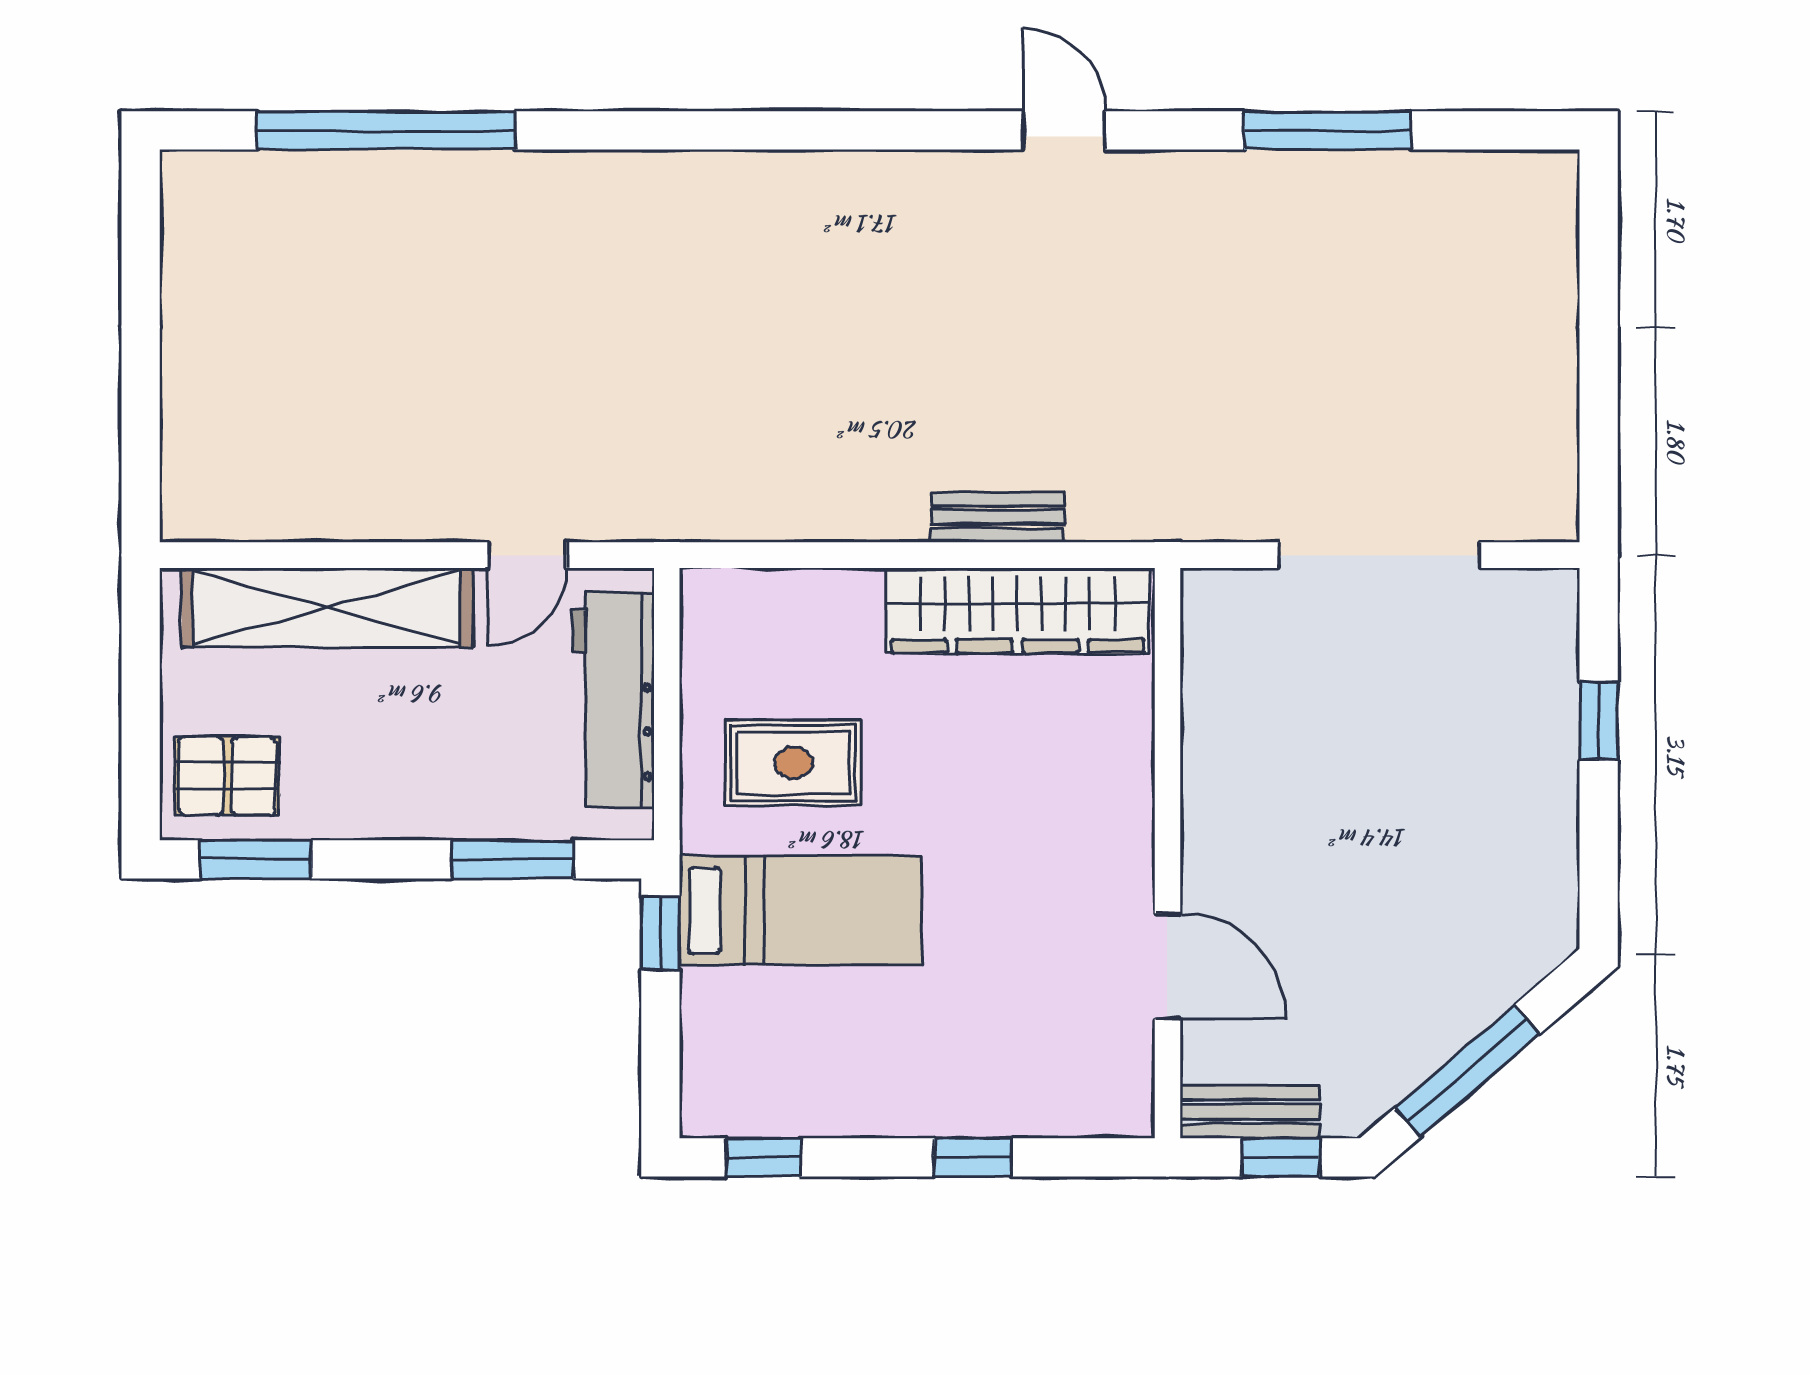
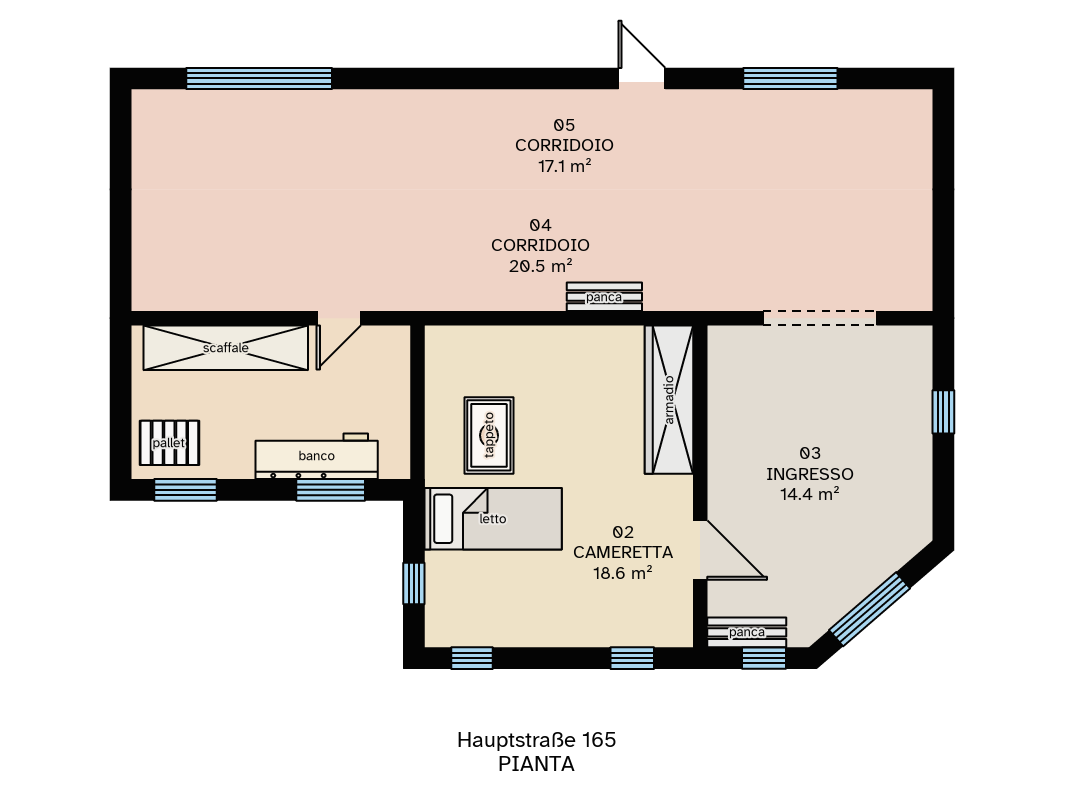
wardrobe: (1018, 610) -> (669, 400), moved, turned 90
workbench: (613, 700) -> (317, 456), moved, turned 90
rug: (793, 763) -> (489, 435), turned 90
window: (660, 933) -> (414, 584), moved
window: (973, 1157) -> (632, 658), moved

